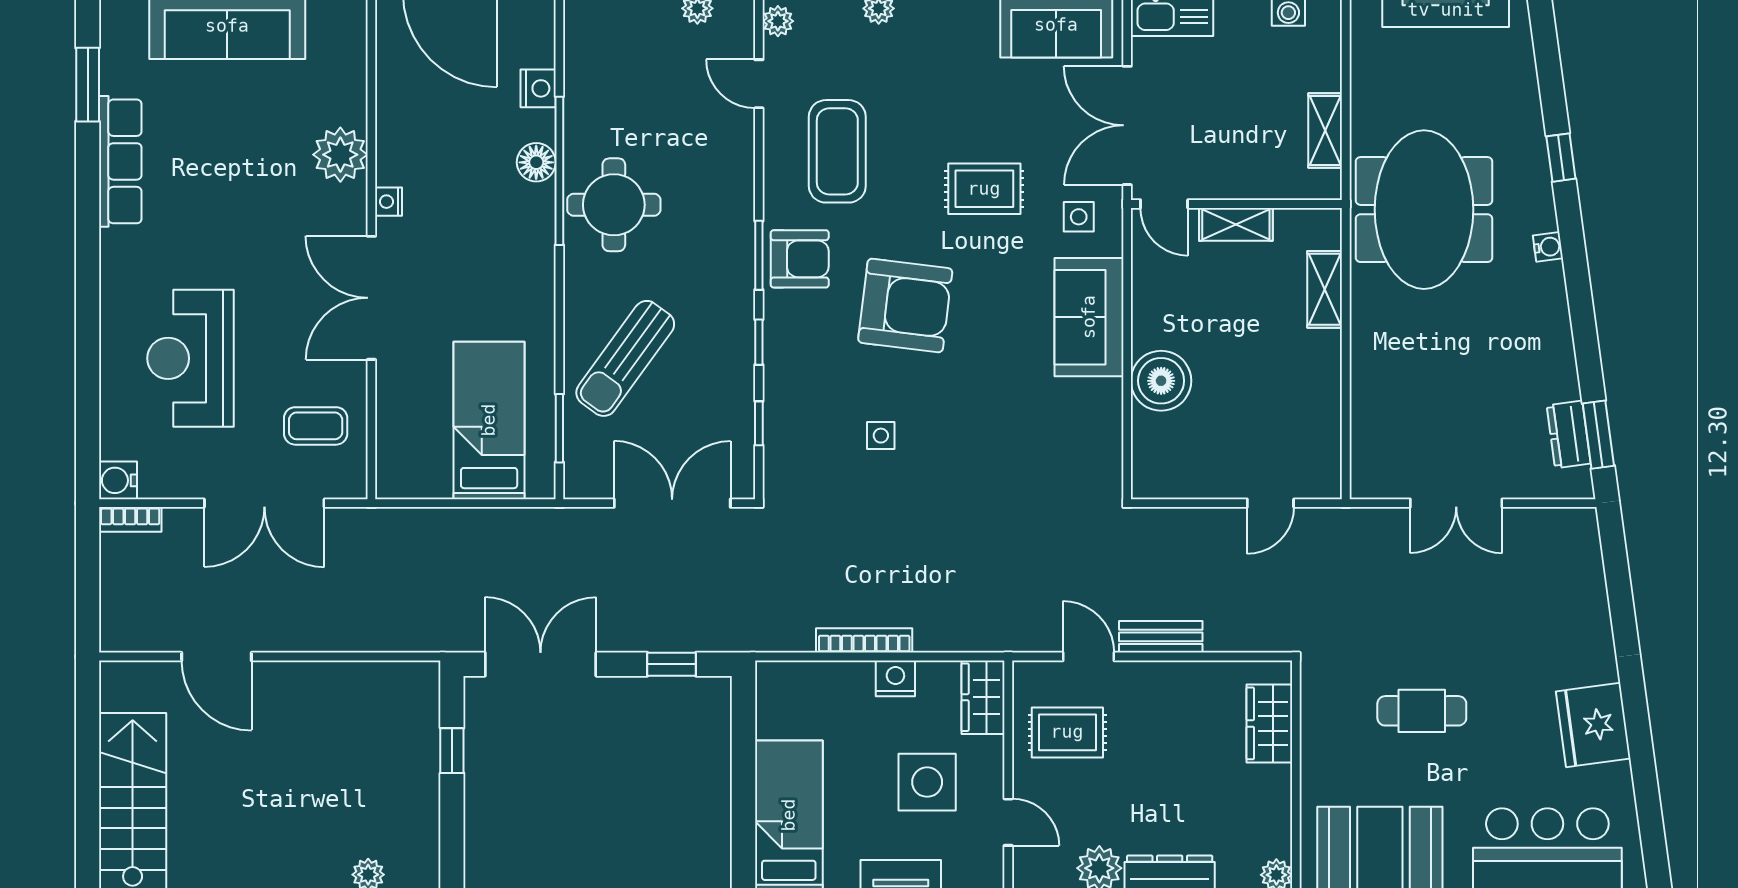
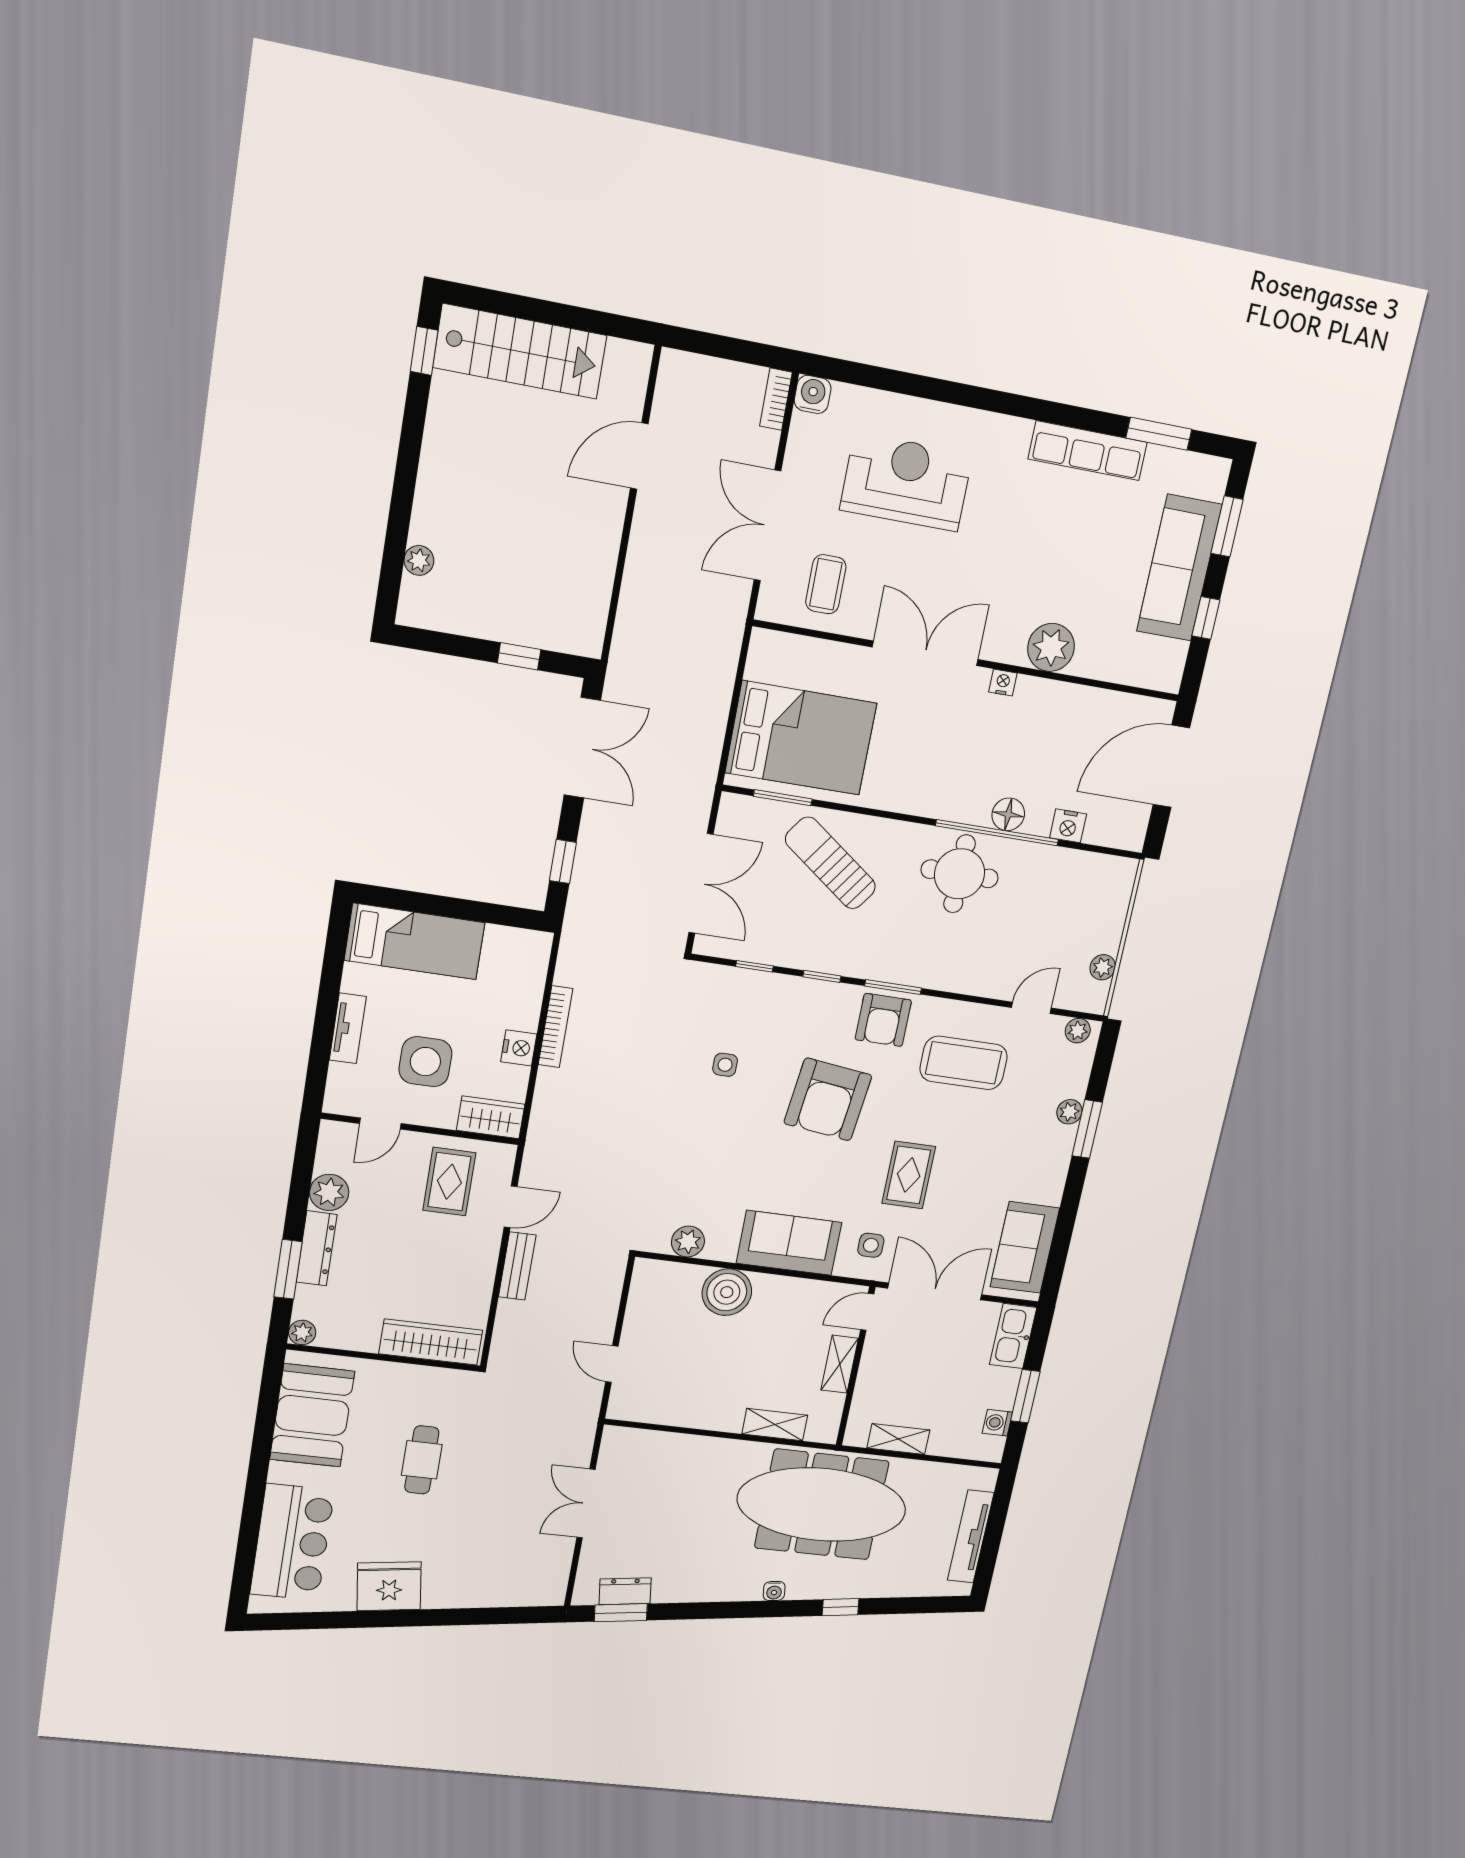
meeting table: (1424, 210) -> (822, 1505), width x1.36
bed: (489, 420) -> (801, 738), width x1.50
plant: (1103, 439) -> (688, 1242), added
wardrobe: (1269, 723) -> (431, 1342), width x1.50

